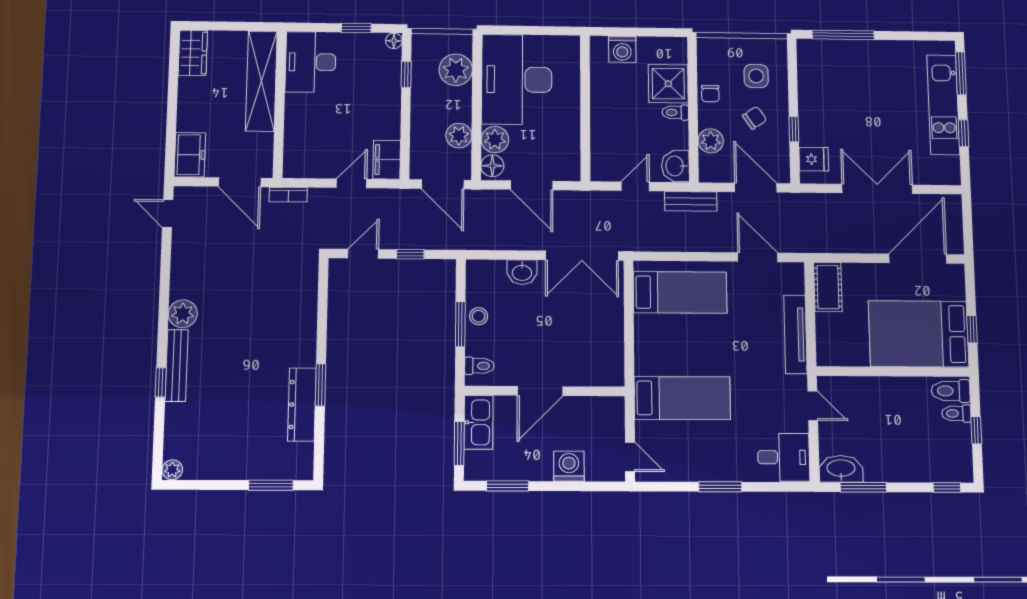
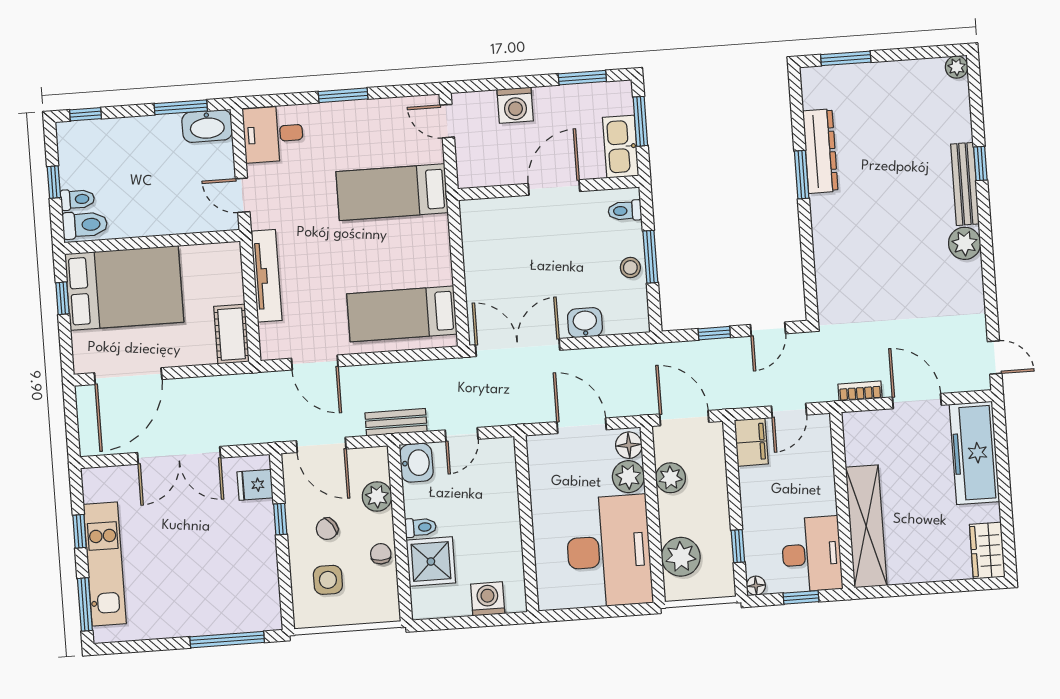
desk: (311, 62) -> (812, 554), moved
shelving: (261, 81) -> (866, 526), moved
wall: (280, 104) -> (842, 500), moved
freezer: (190, 155) -> (974, 453), width x1.91, depth x1.26

